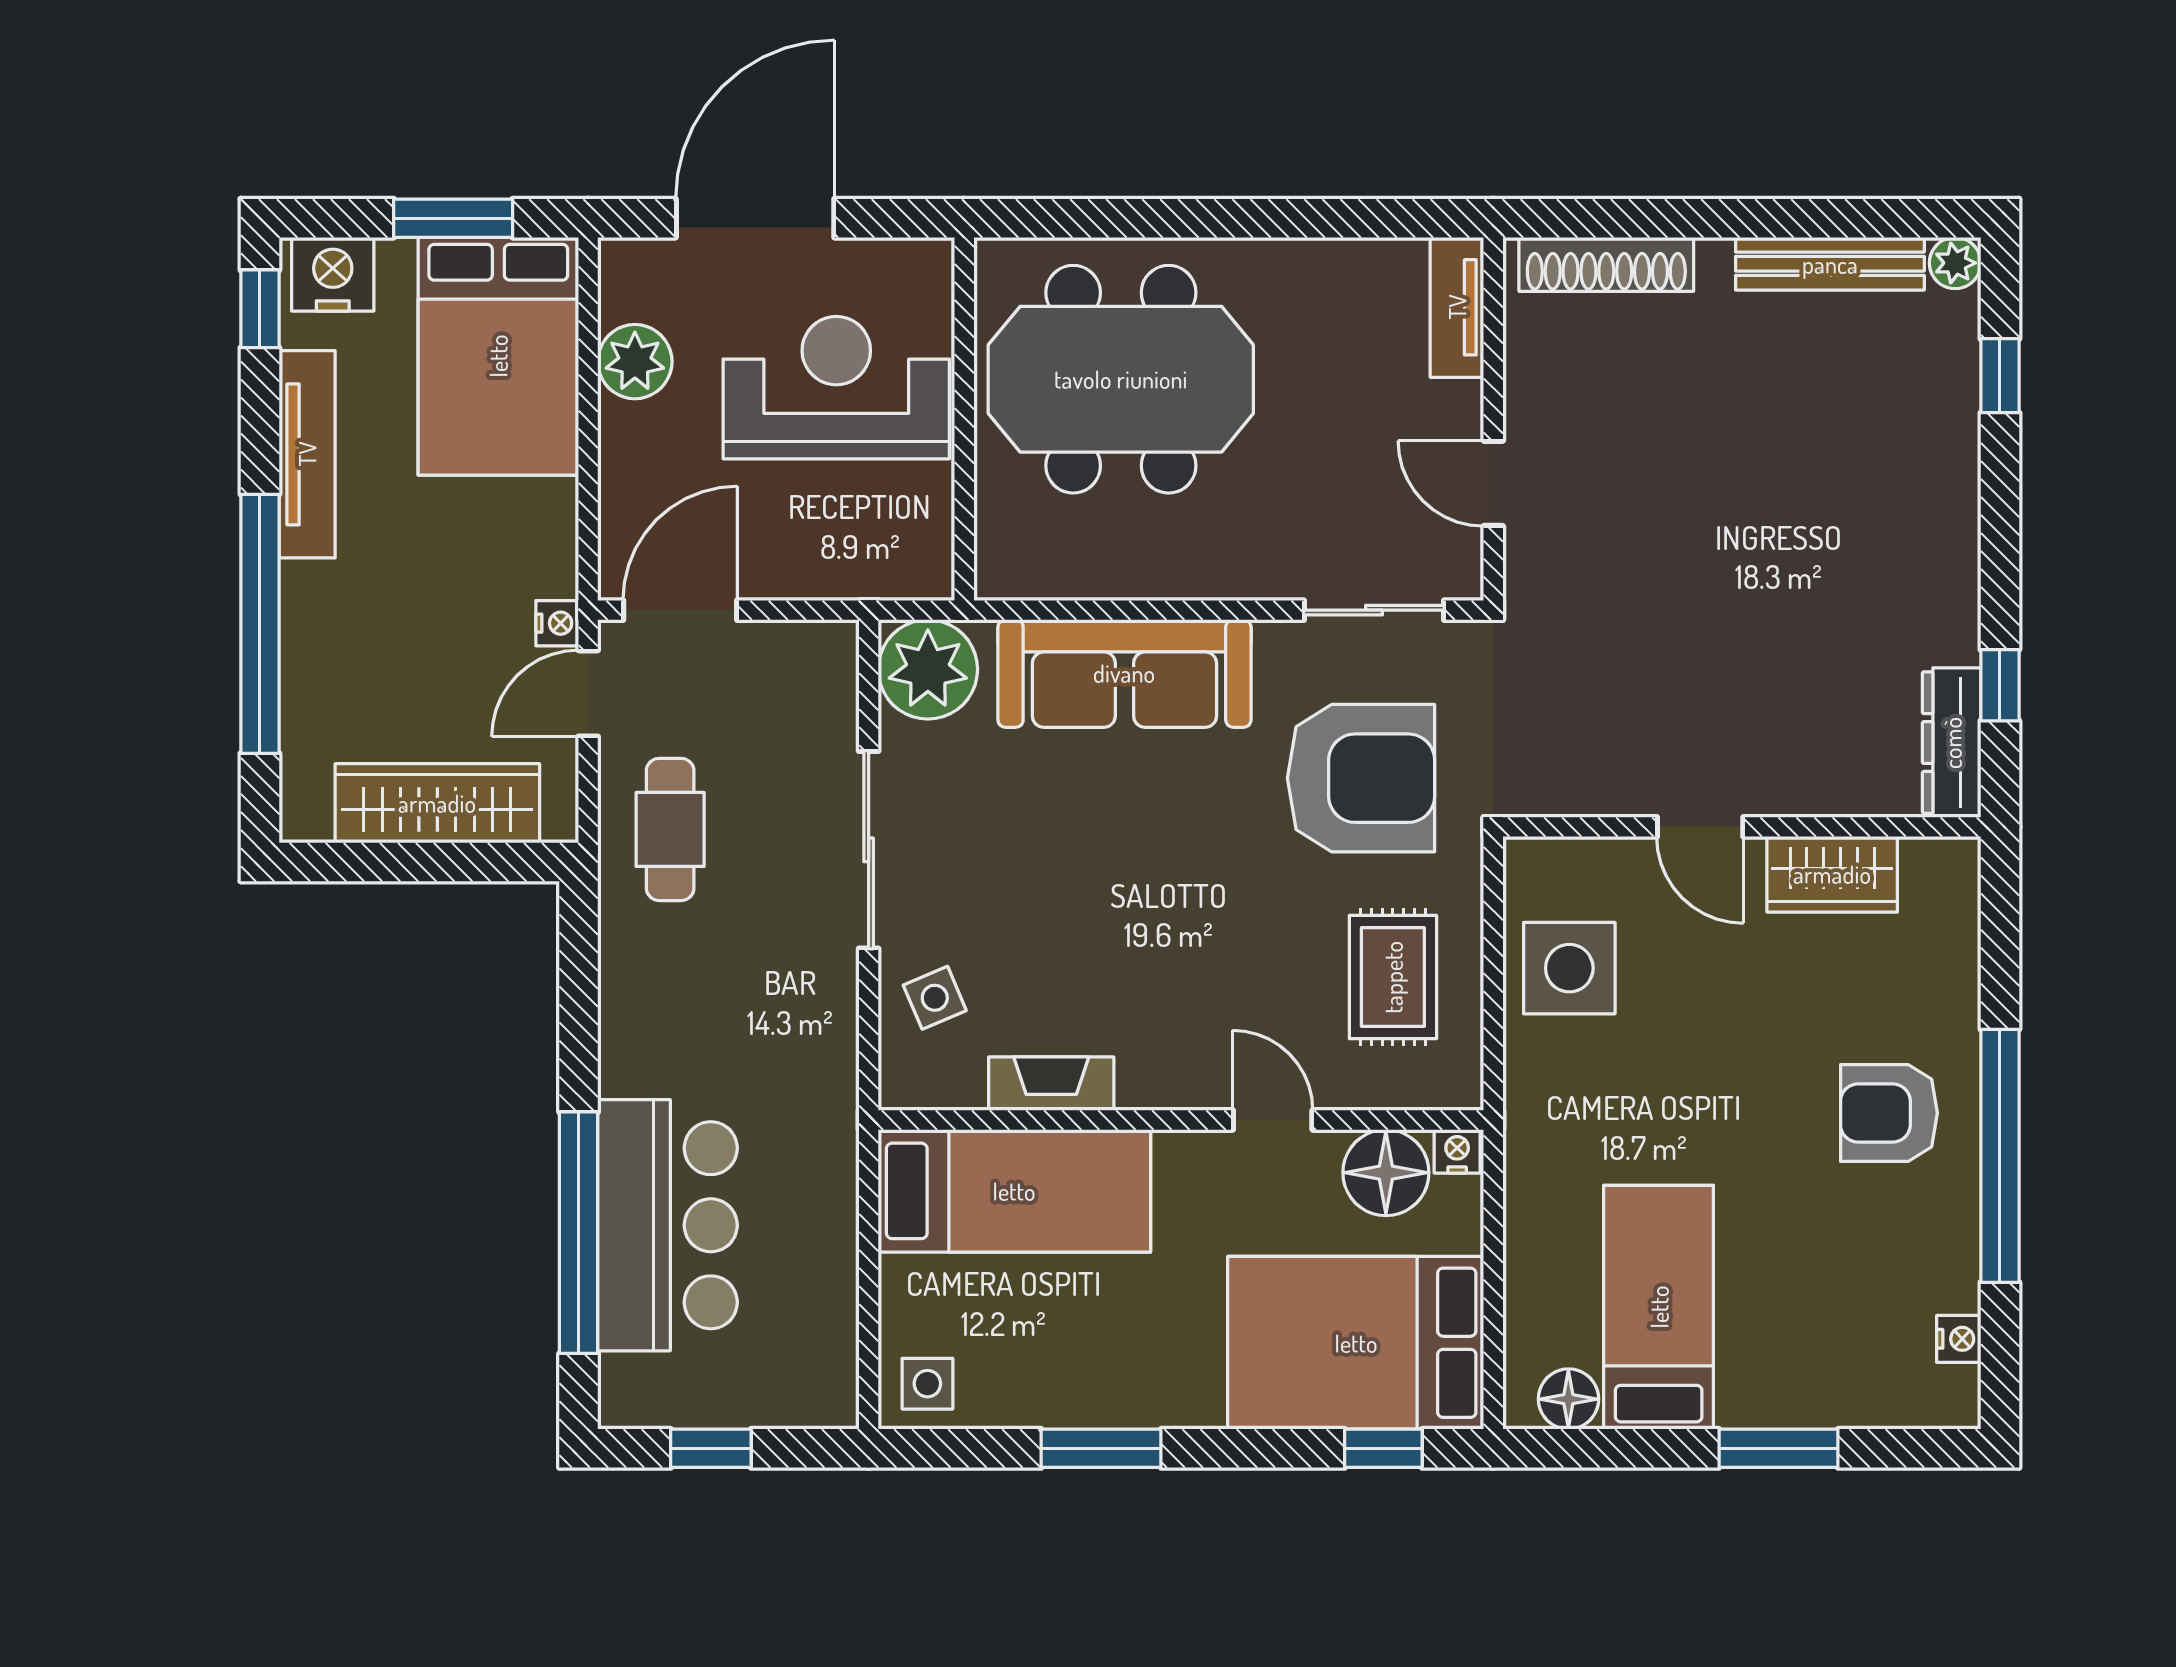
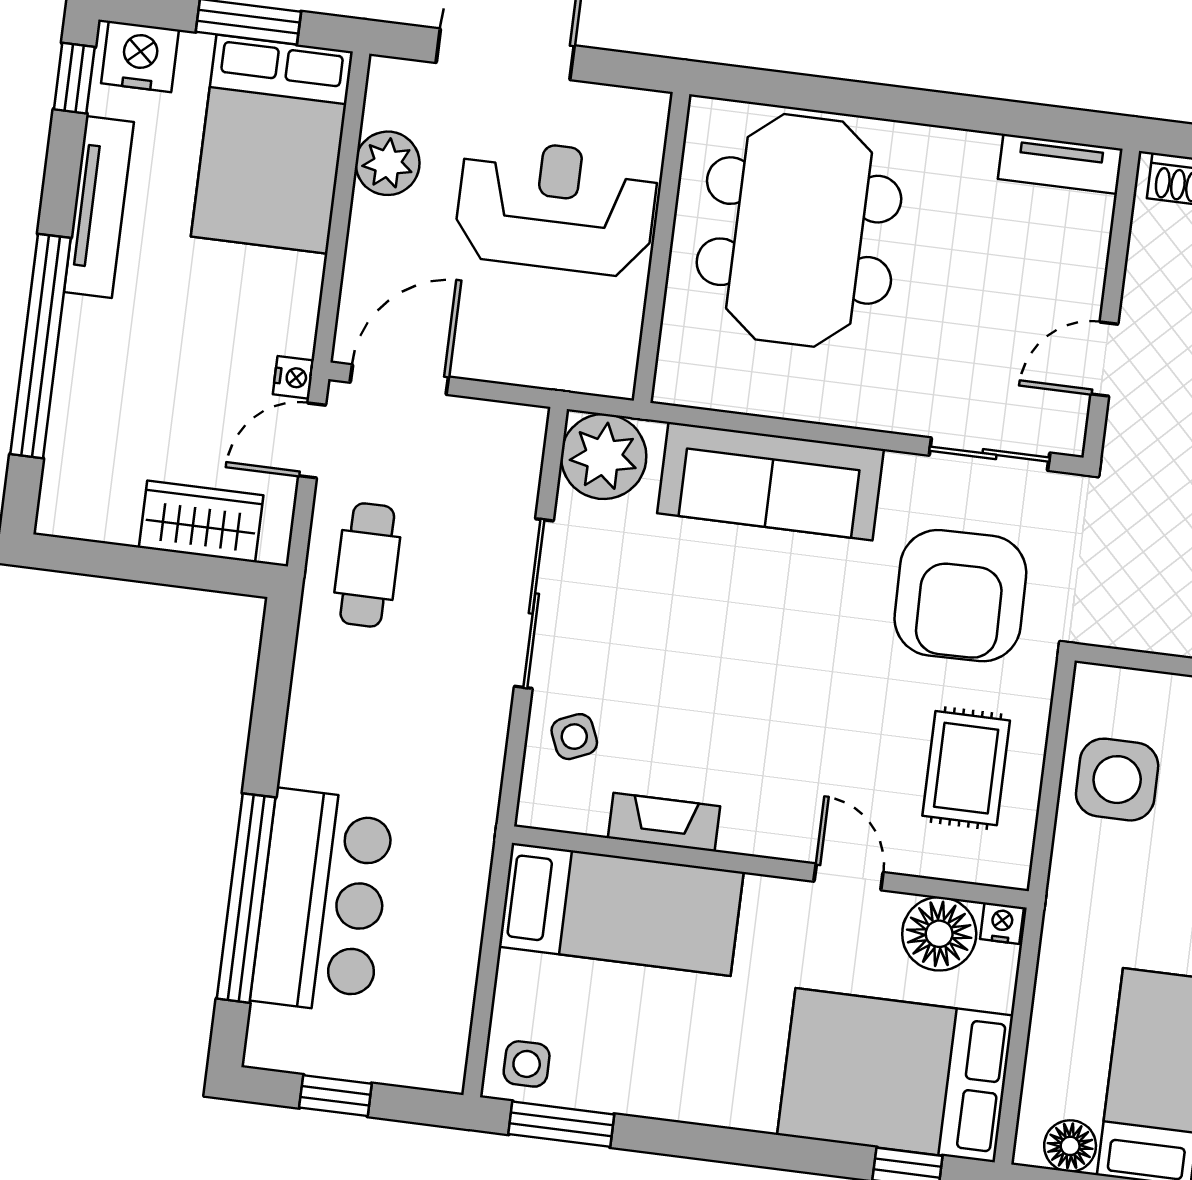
tv unit: (1457, 307) -> (1060, 164), moved, turned -90
meeting table: (1121, 379) -> (799, 230), turned 90
door: (1493, 483) -> (1104, 359), hinge flipped
armchair: (1361, 778) -> (960, 596), turned 89
wardrobe: (437, 803) -> (201, 521), width x0.67
window: (1101, 1448) -> (561, 1124), moved

